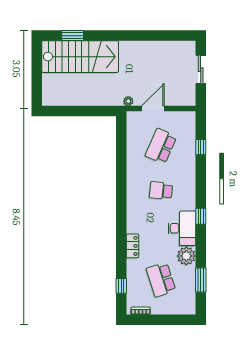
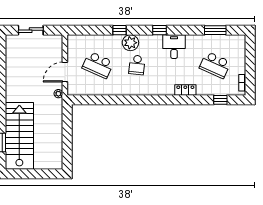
door: (153, 109) -> (65, 72), hinge flipped
window: (201, 147) -> (119, 30), moved
desk: (182, 228) -> (174, 47), width x0.73
plant: (186, 256) -> (130, 43), moved
school desk: (161, 280) -> (215, 65), turned 42

